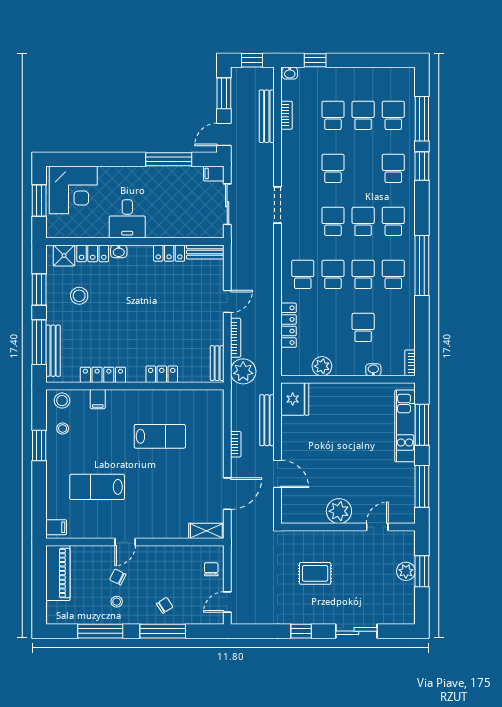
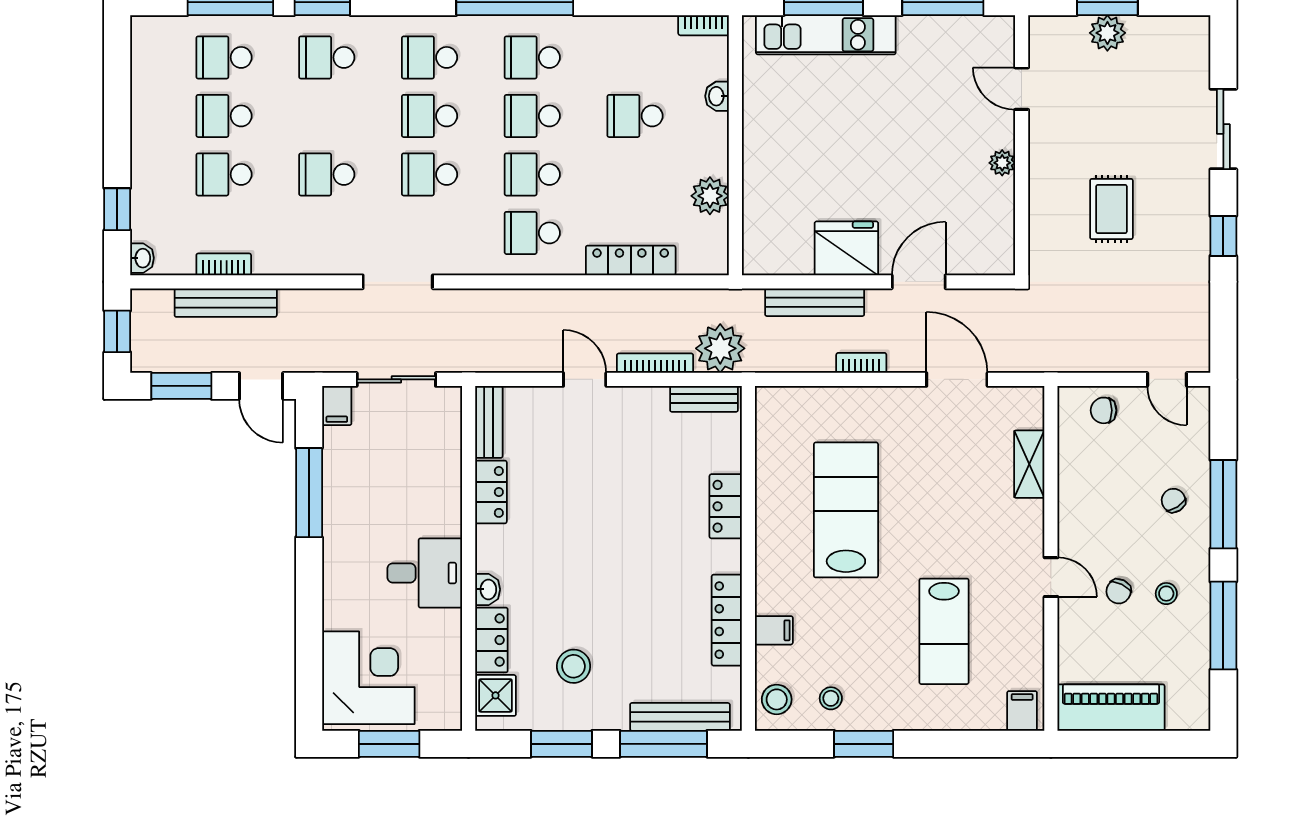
fridge: (295, 399) -> (846, 248), moved
lab bench: (160, 436) -> (846, 510), width x1.36, depth x1.39
plant: (339, 511) -> (1002, 163), width x0.53, depth x0.53
shelving: (206, 531) -> (1029, 464), moved

